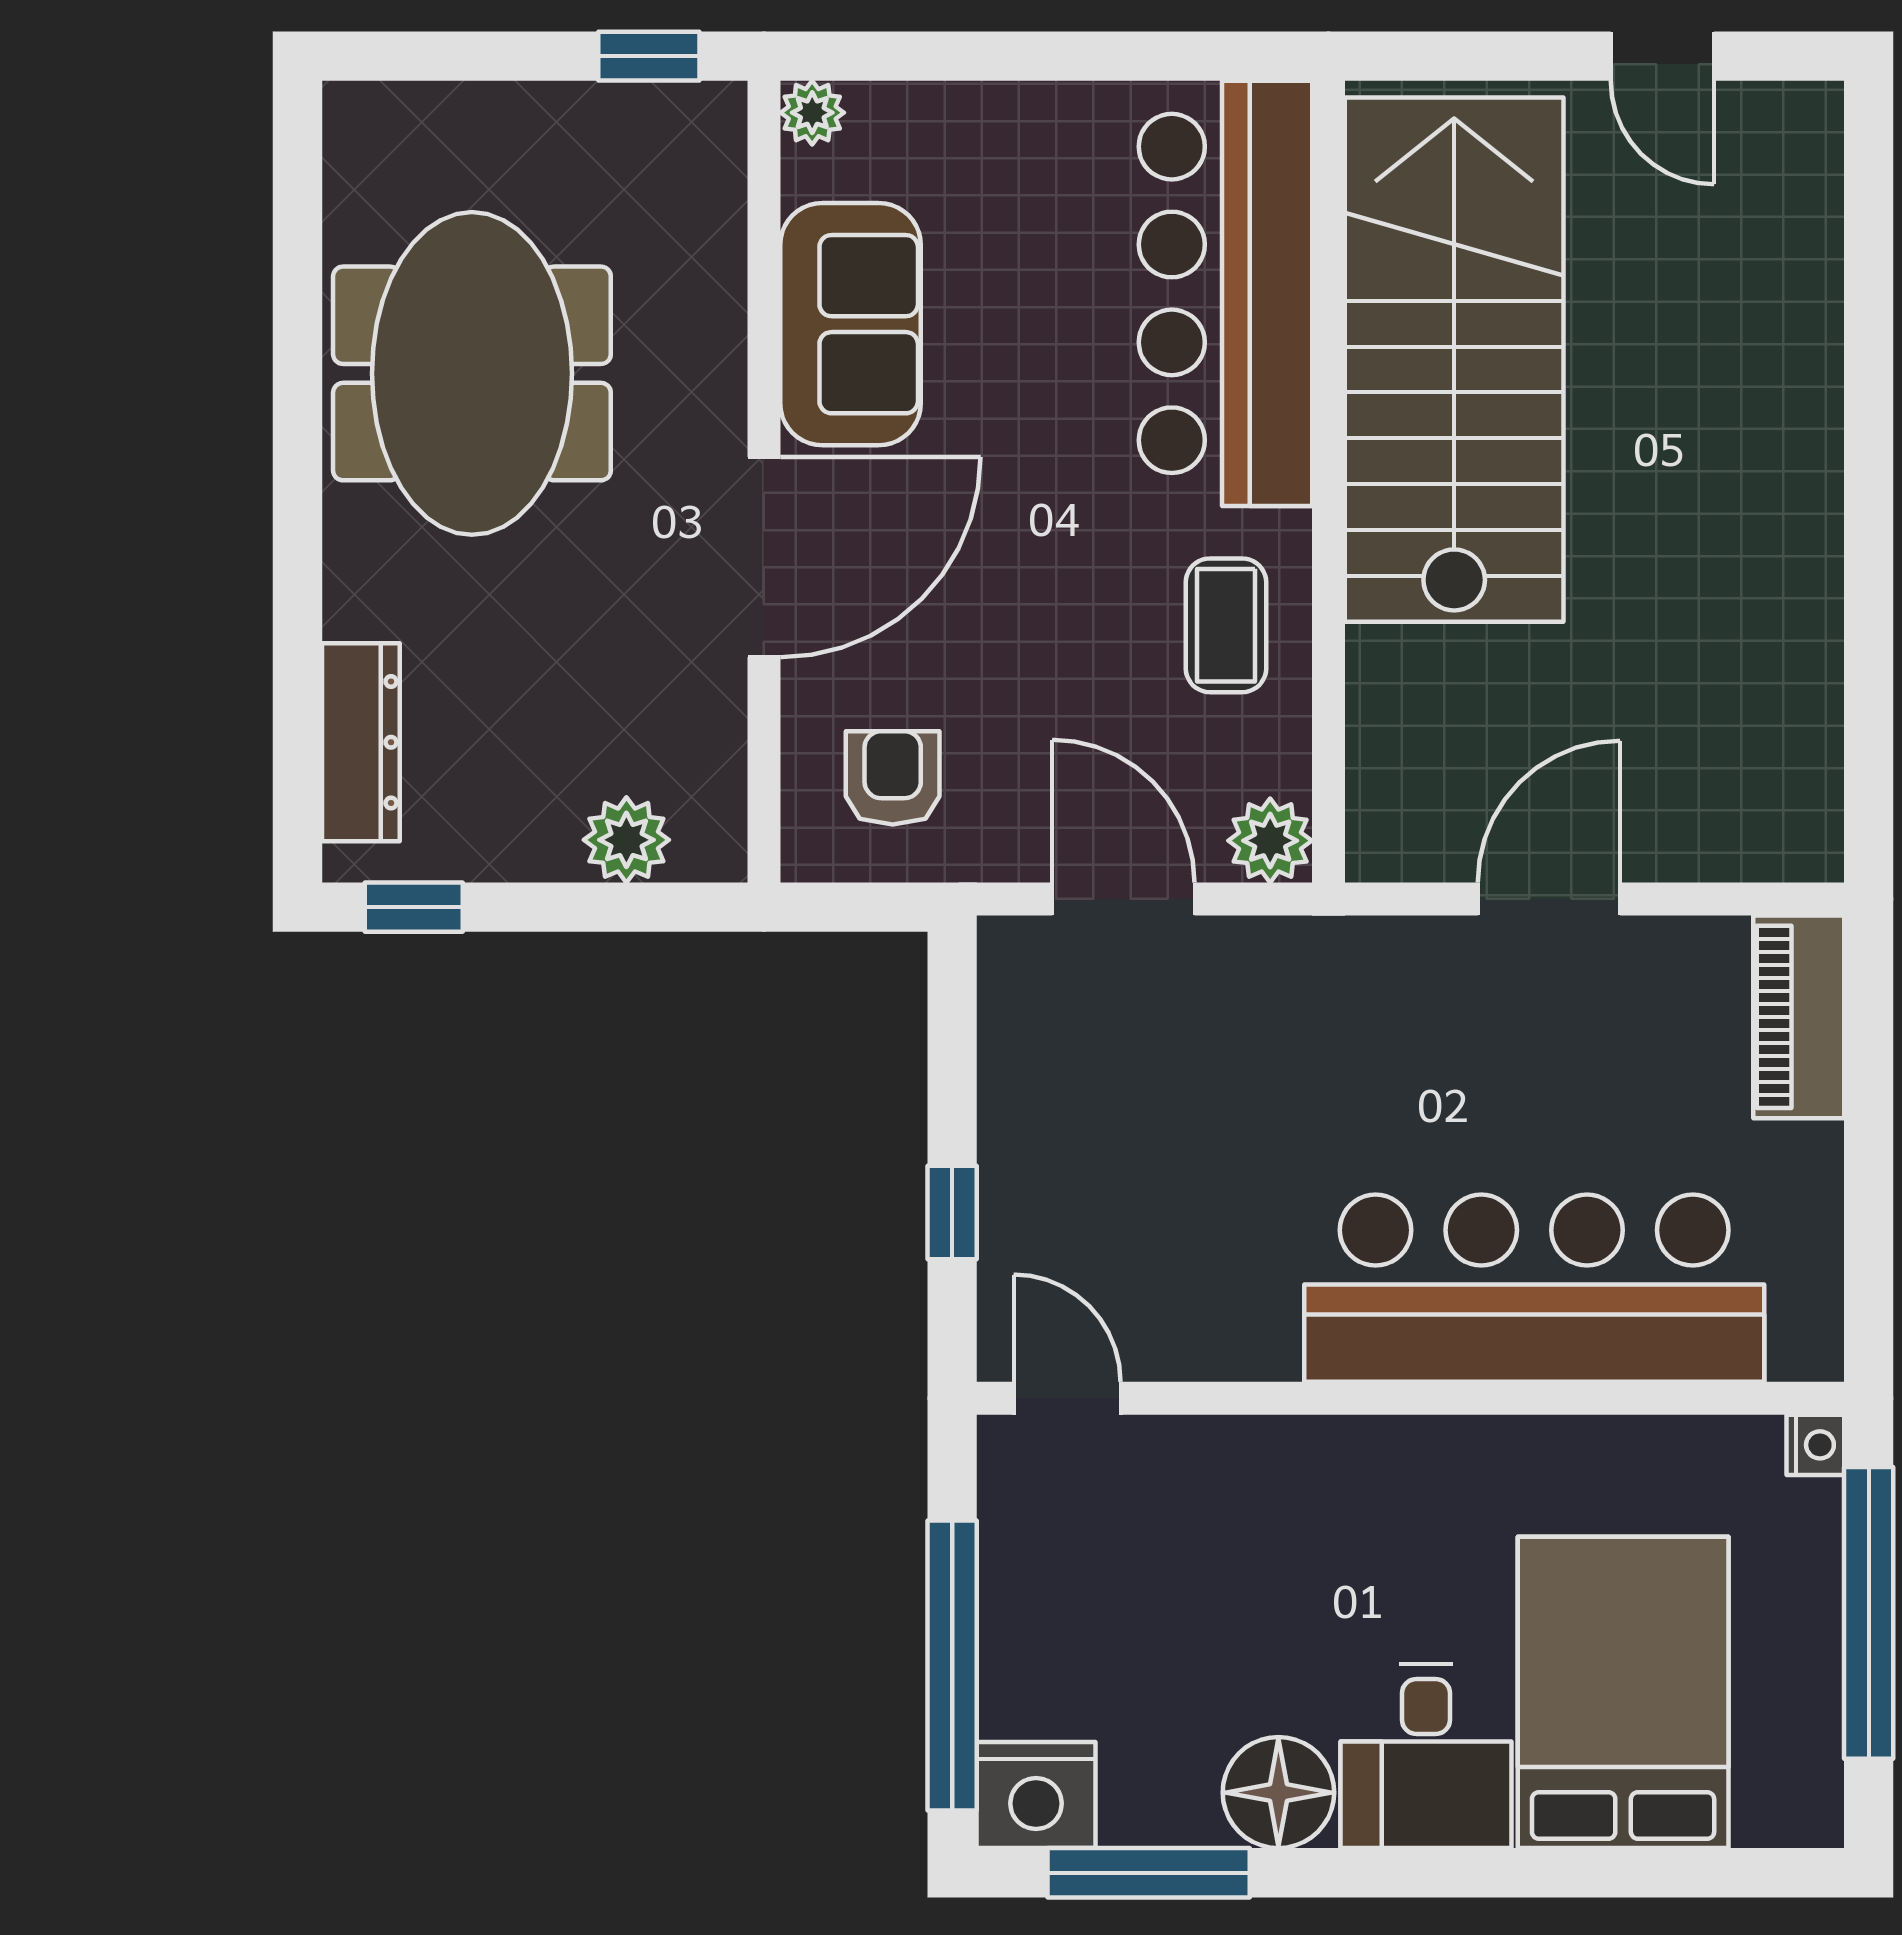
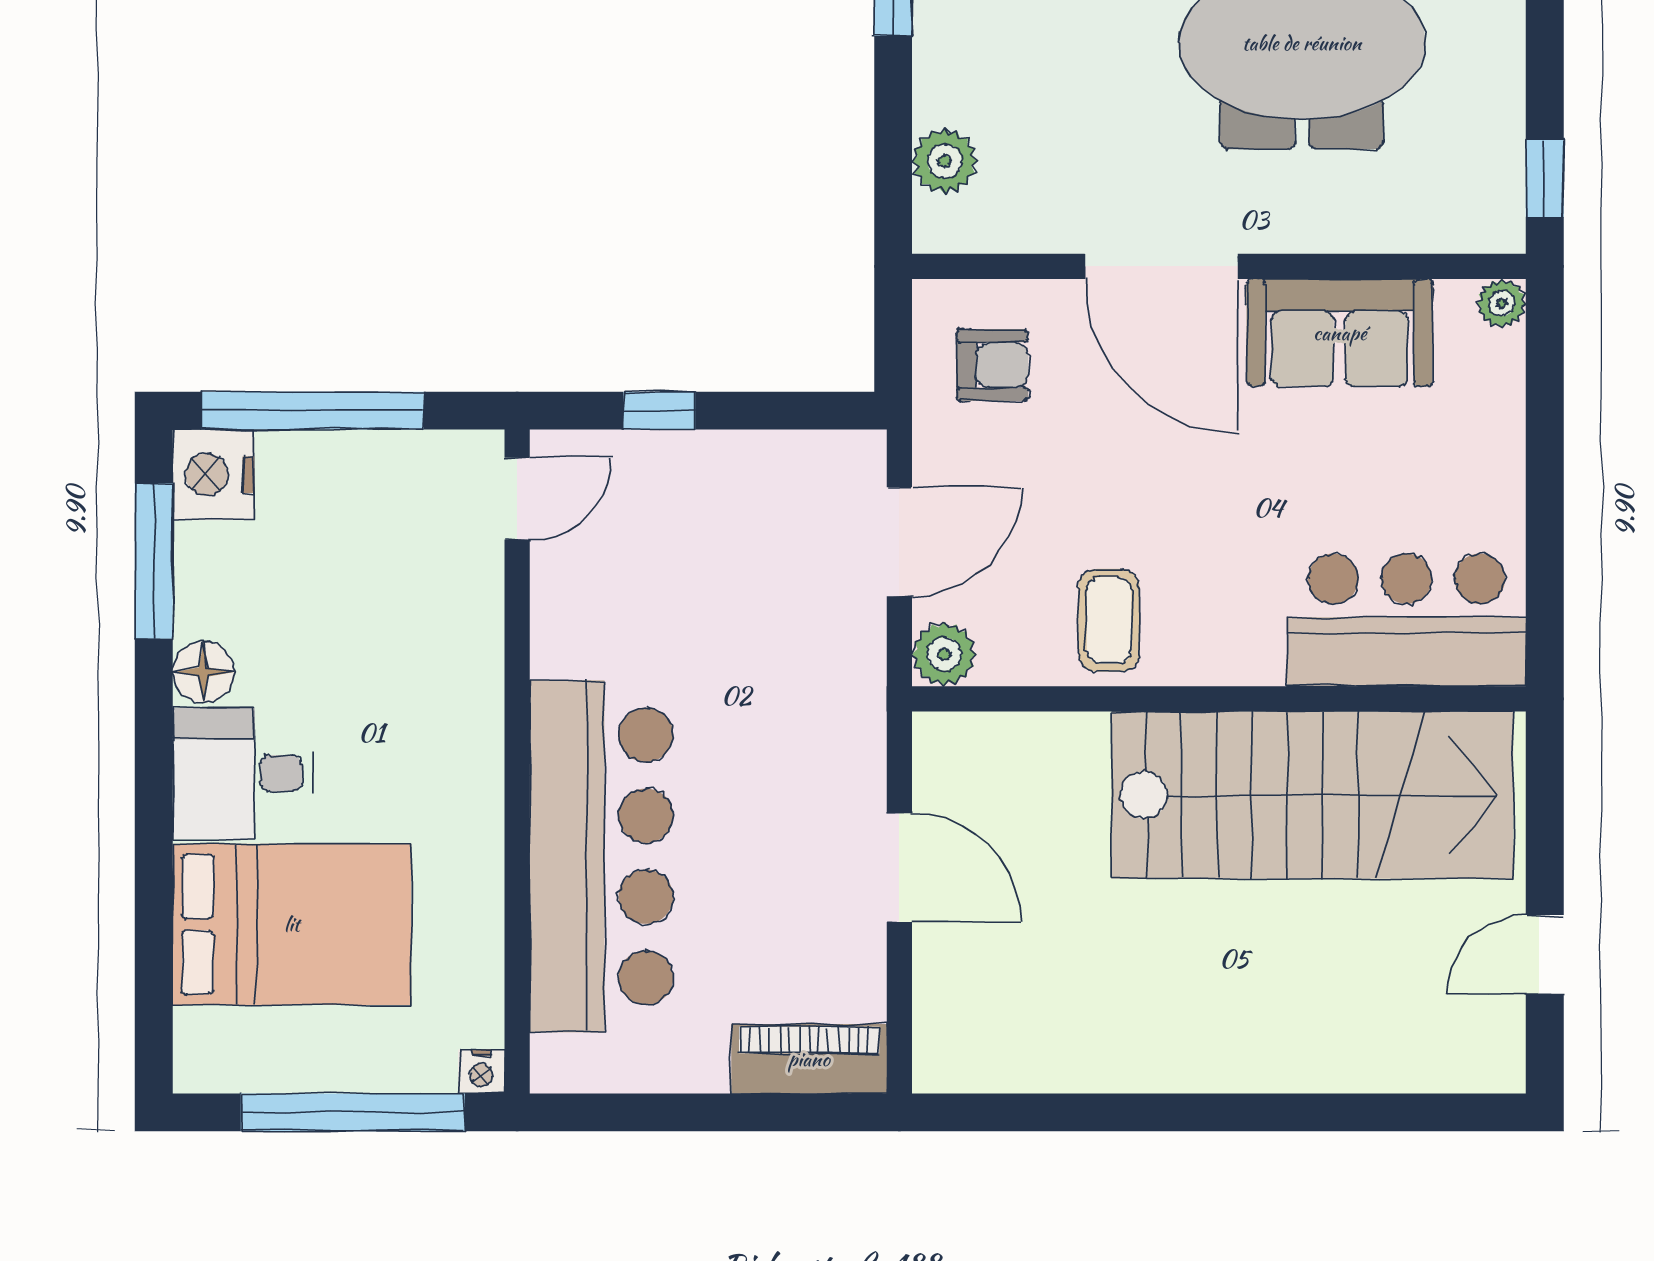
bar counter: (1226, 293) -> (1407, 620), width x0.73
coffee table: (1226, 625) -> (1109, 620), turned 90
floor lamp: (1278, 1793) -> (204, 672), width x0.73, depth x0.73

